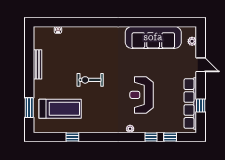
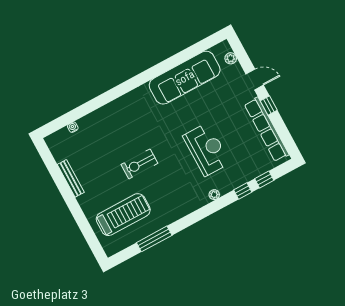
reception desk: (142, 95) -> (206, 149), turned 180
window: (201, 105) -> (269, 106), moved
window: (29, 108) -> (88, 232), removed
window: (72, 137) -> (154, 239), width x2.17

